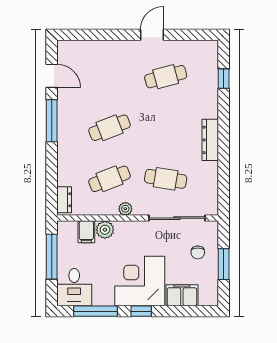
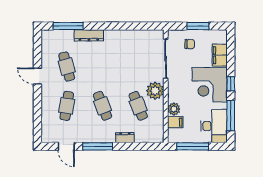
door: (52, 76) -> (66, 146), swing flipped
window: (224, 79) -> (68, 26), width x2.17
dresser: (210, 140) -> (89, 35), moved
cafe table: (166, 179) -> (67, 106), moved
dresser: (64, 200) -> (125, 138), moved
plant: (125, 209) -> (155, 91), width x1.88, depth x1.88
desk: (74, 287) -> (214, 126), width x1.37

